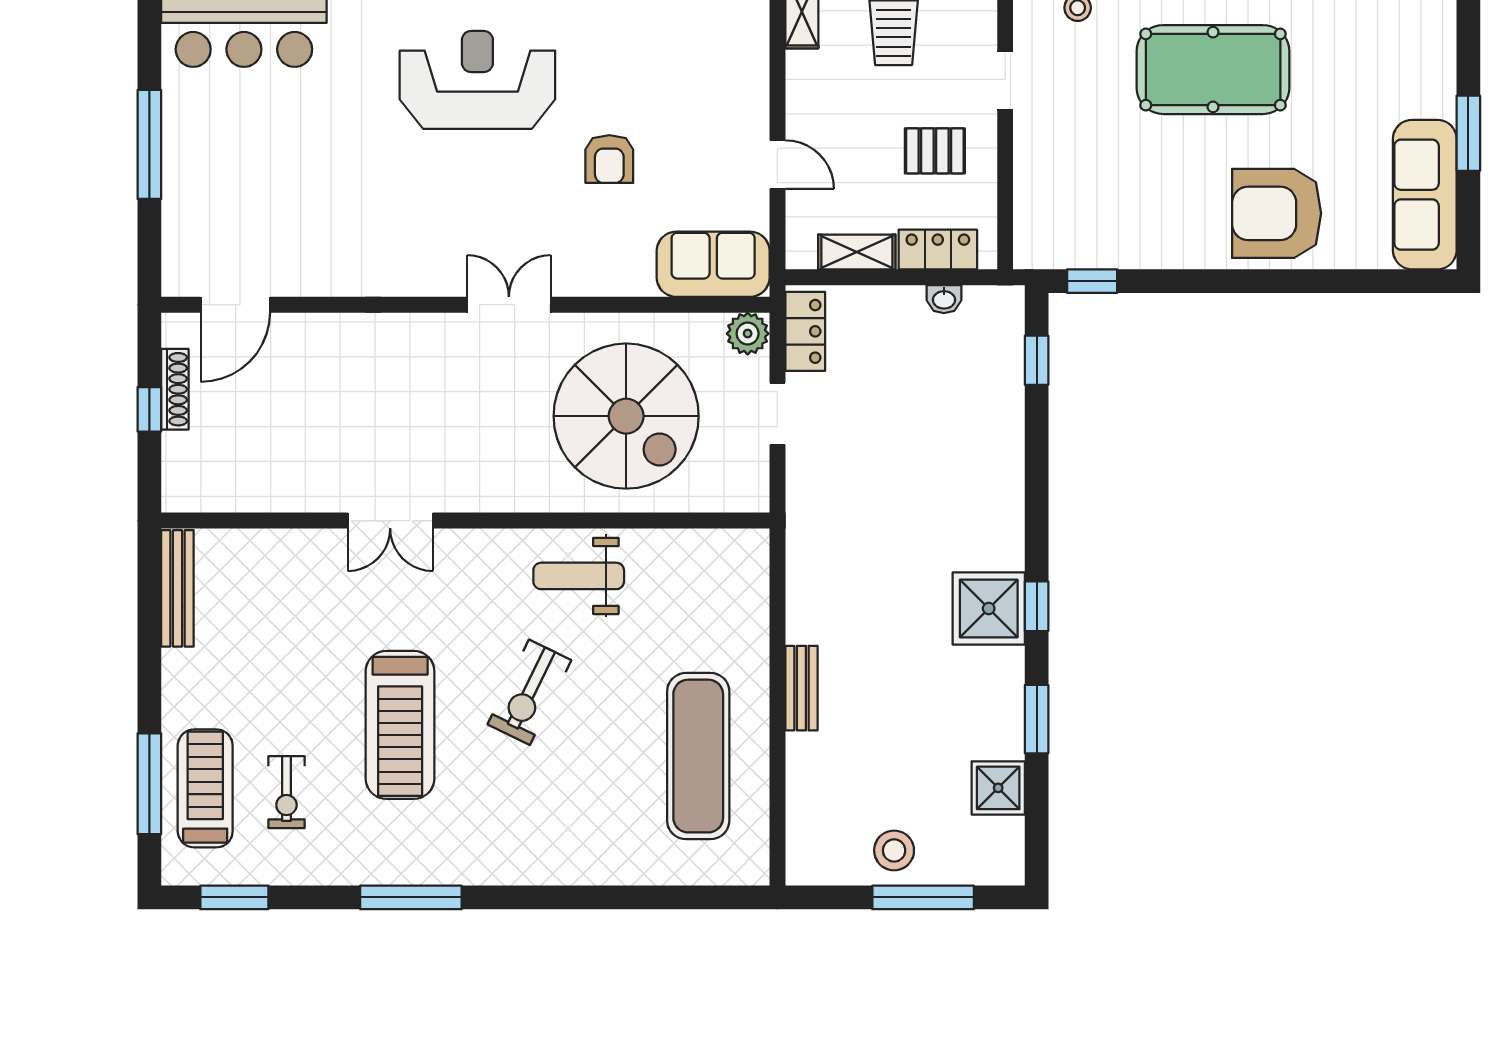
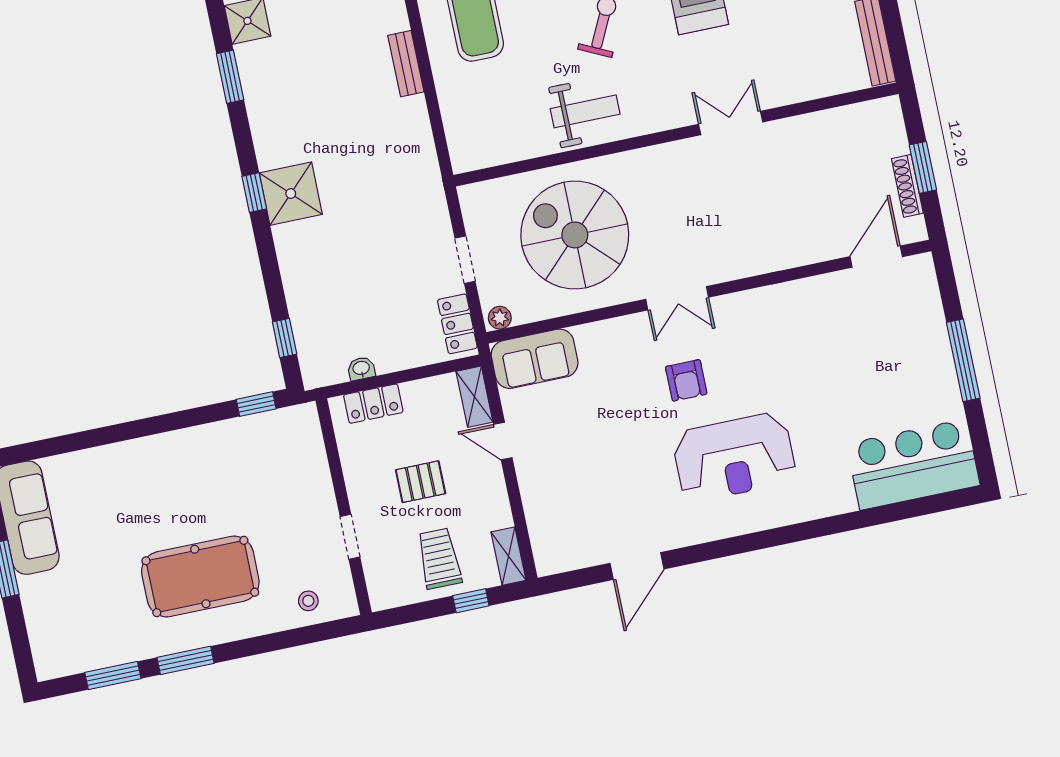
pallet: (935, 151) -> (421, 482), moved
armchair: (609, 159) -> (686, 380), moved, turned 180
armchair: (1277, 213) -> (132, 481), removed
shelving: (857, 252) -> (475, 397), moved, turned 90
plant: (748, 334) -> (500, 318), width x0.73, depth x0.73
window: (149, 409) -> (923, 167), width x1.50
window: (1037, 606) -> (254, 193), moved
shower: (989, 609) -> (291, 194), moved

